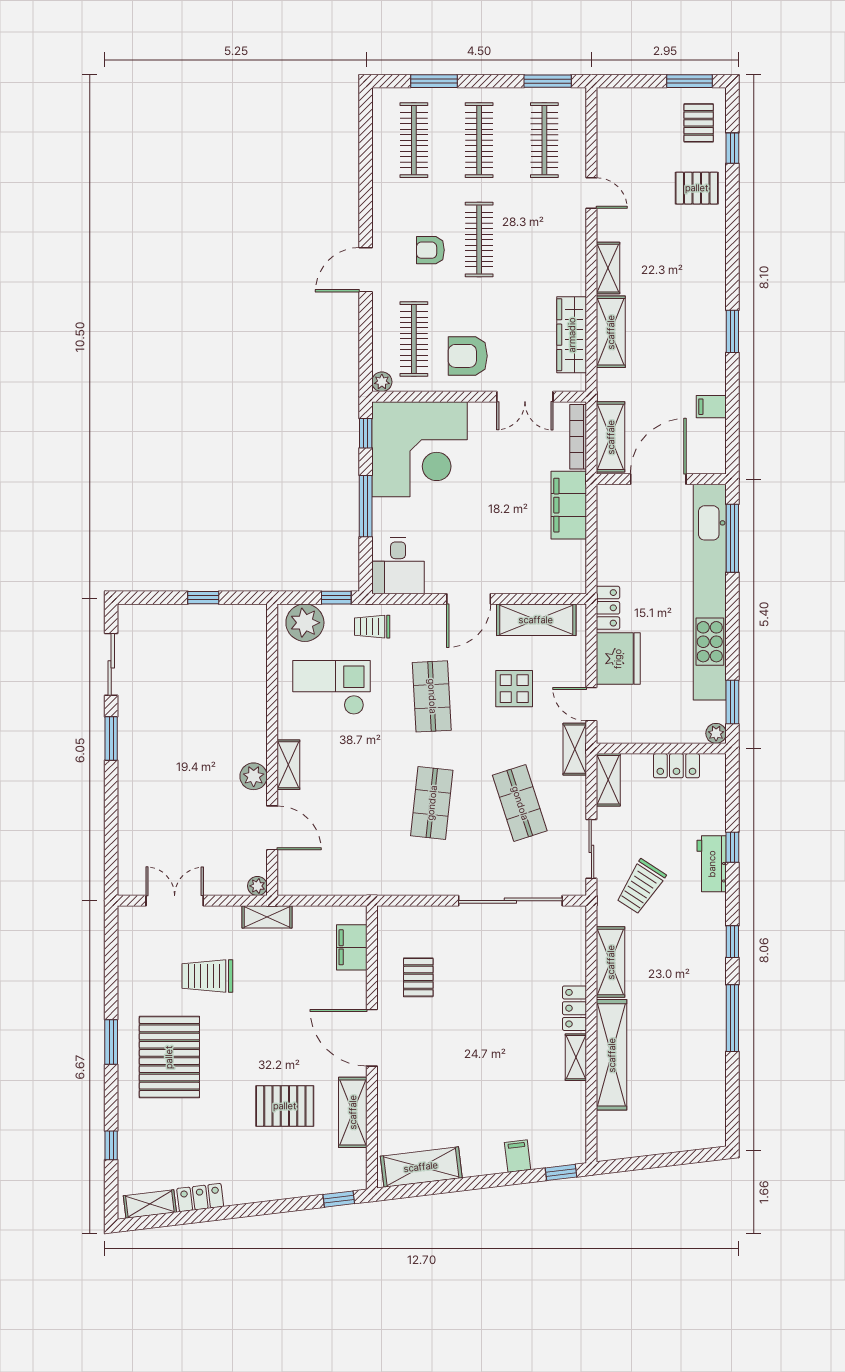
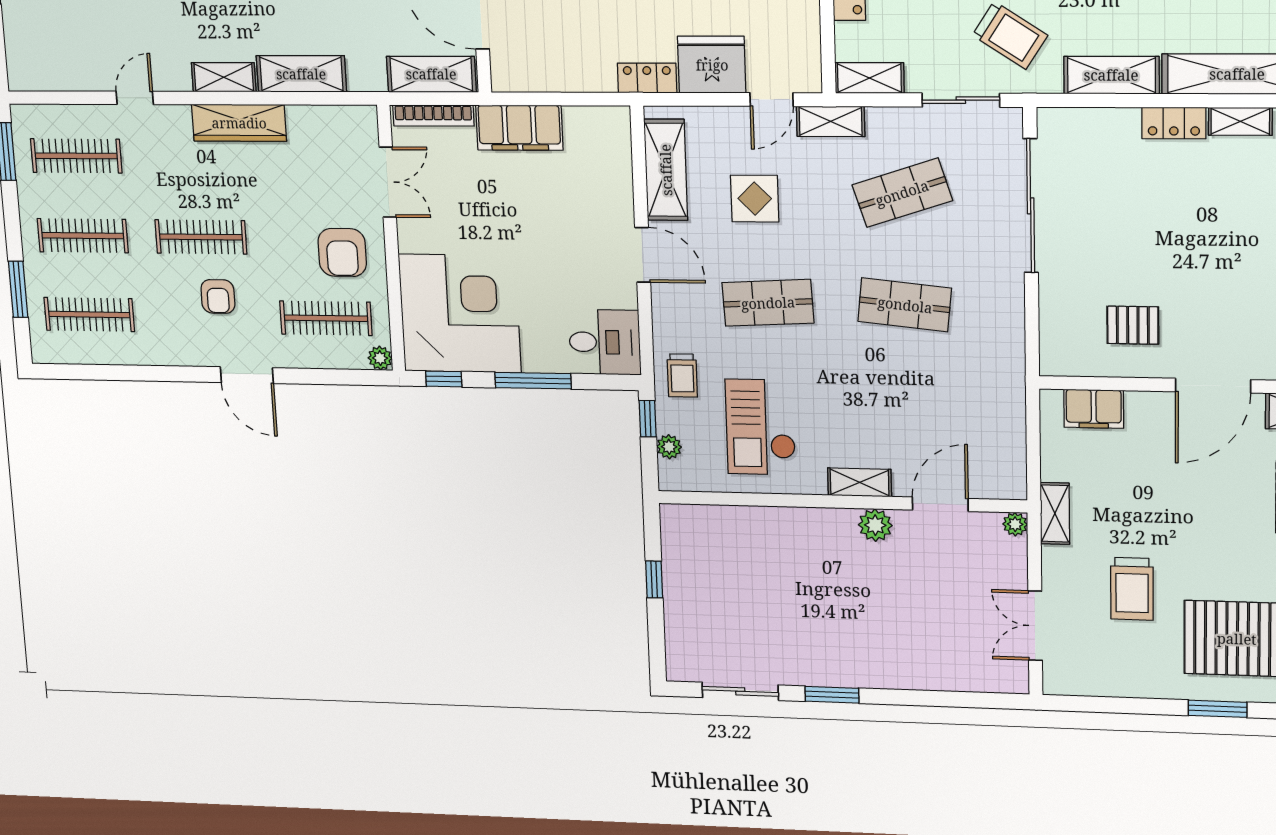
wardrobe: (572, 335) -> (239, 123), moved
plant: (305, 623) -> (669, 447), width x0.53, depth x0.53

